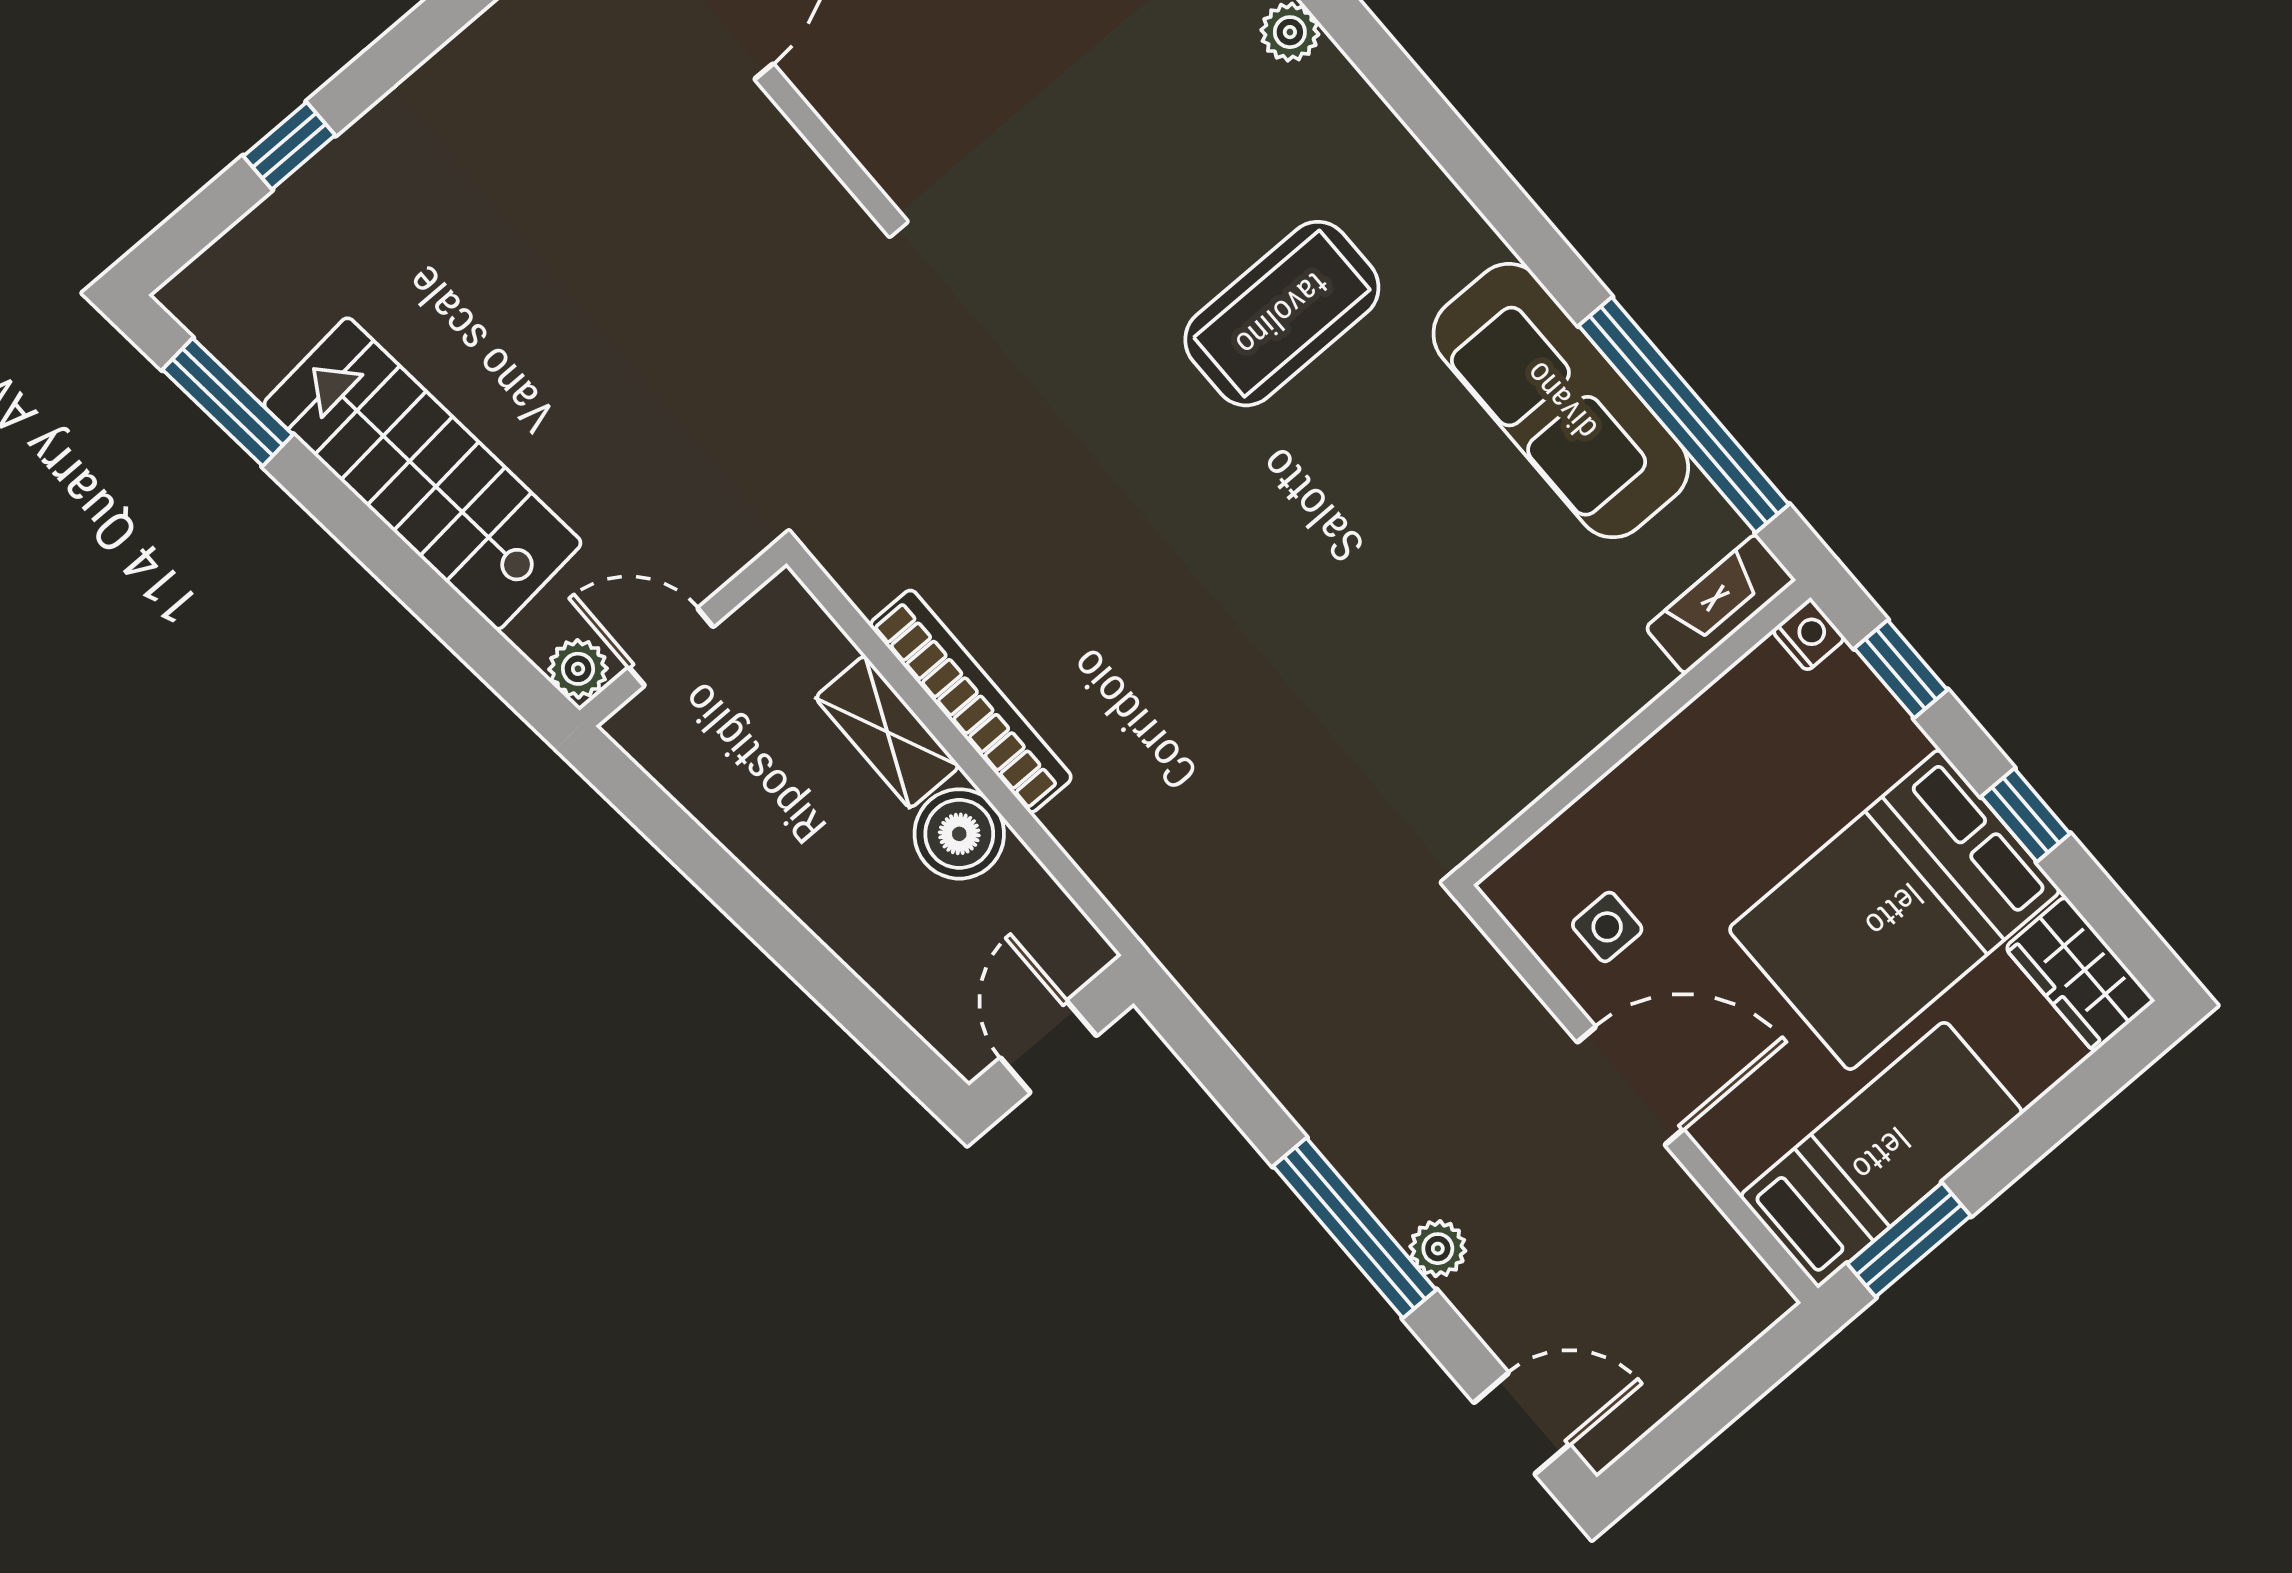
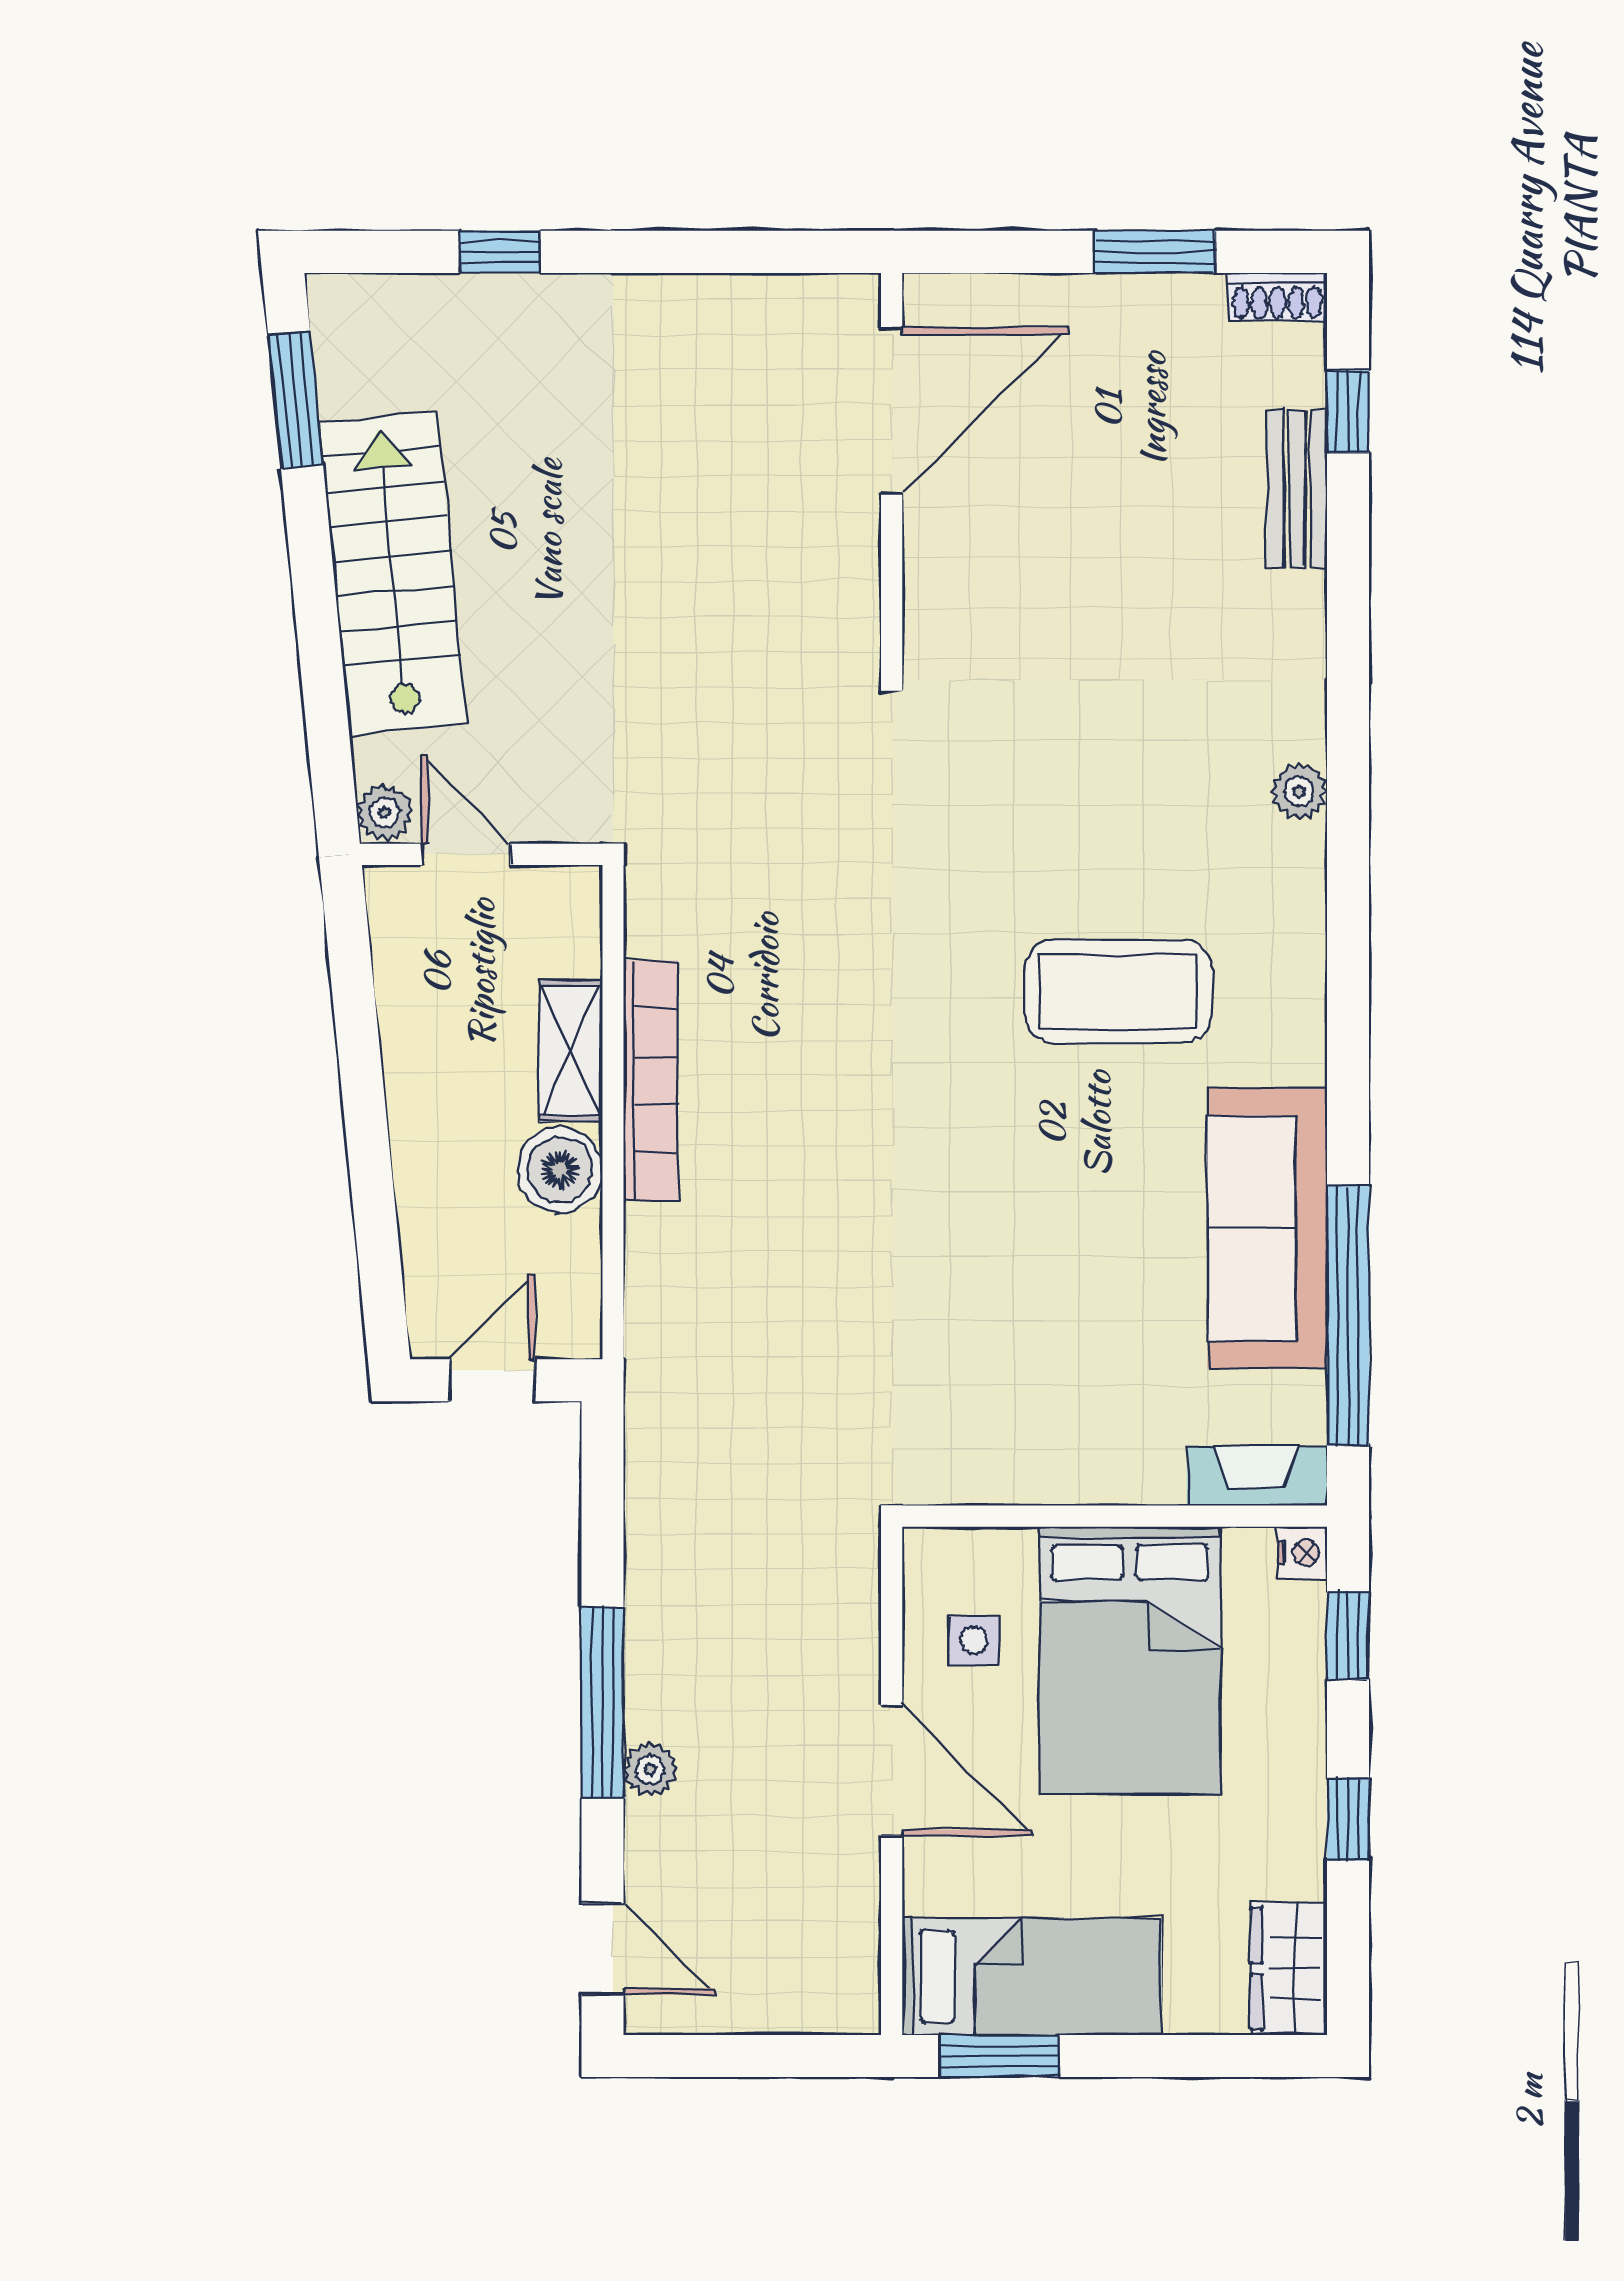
bed: (1894, 910) -> (1130, 1660), moved, turned -90

